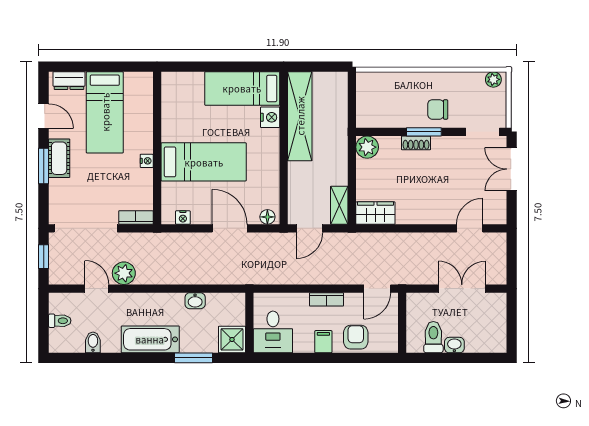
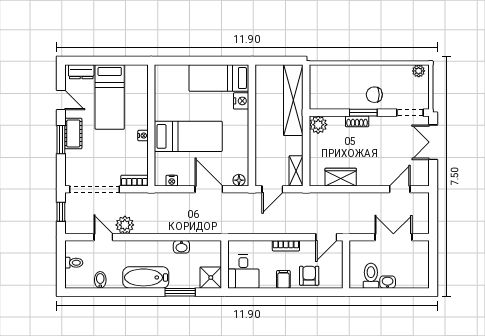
shelving: (300, 116) -> (293, 100), moved
wardrobe: (375, 213) -> (341, 177), moved

